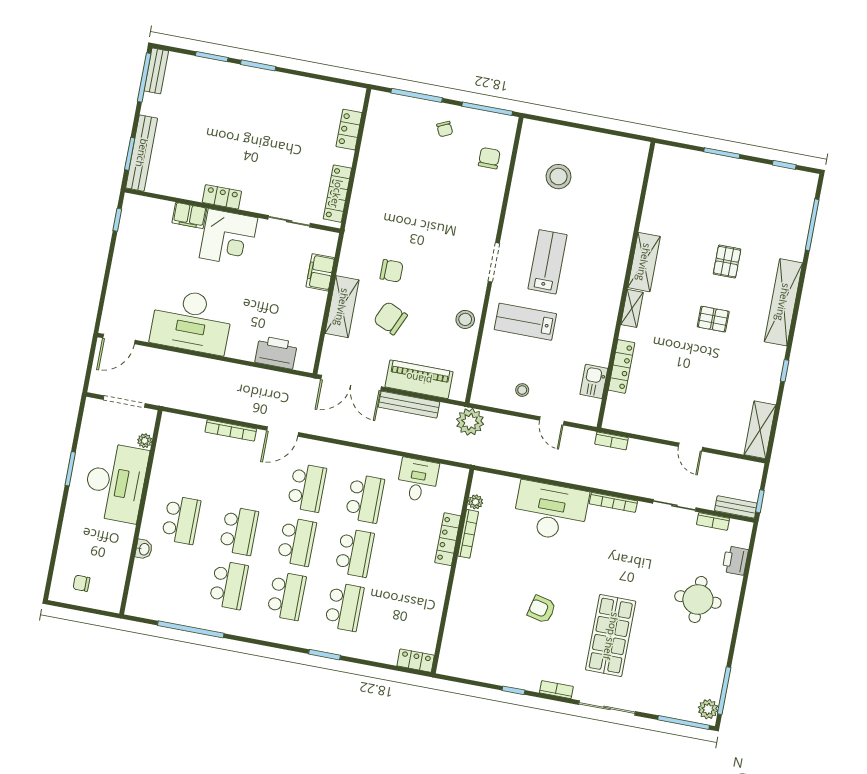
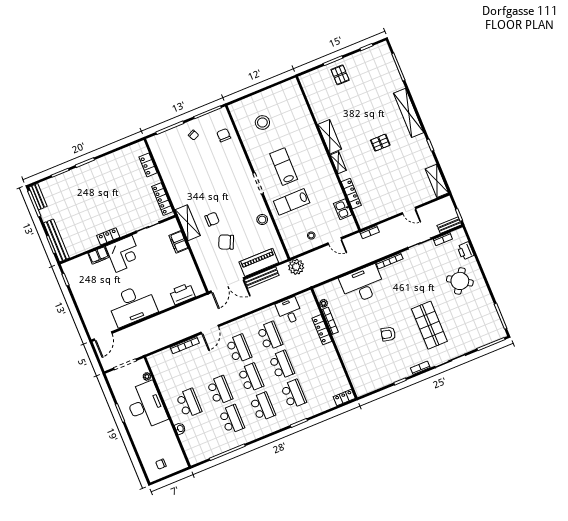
pallet: (727, 262) -> (340, 75), moved
shelving: (342, 307) -> (188, 223), moved
round table: (698, 599) -> (460, 281), turned 33
plant: (708, 709) -> (499, 330), removed

